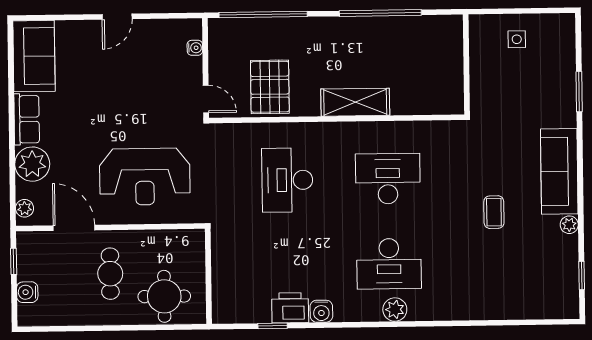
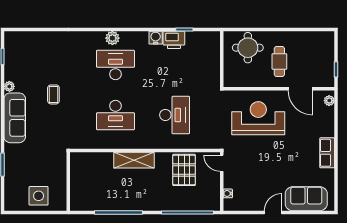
side table: (517, 39) -> (39, 196), width x1.87, depth x1.87
sofa: (34, 56) -> (306, 199), moved, turned 90
plant: (32, 164) -> (324, 126), removed
water cooler: (27, 292) -> (328, 51), removed

